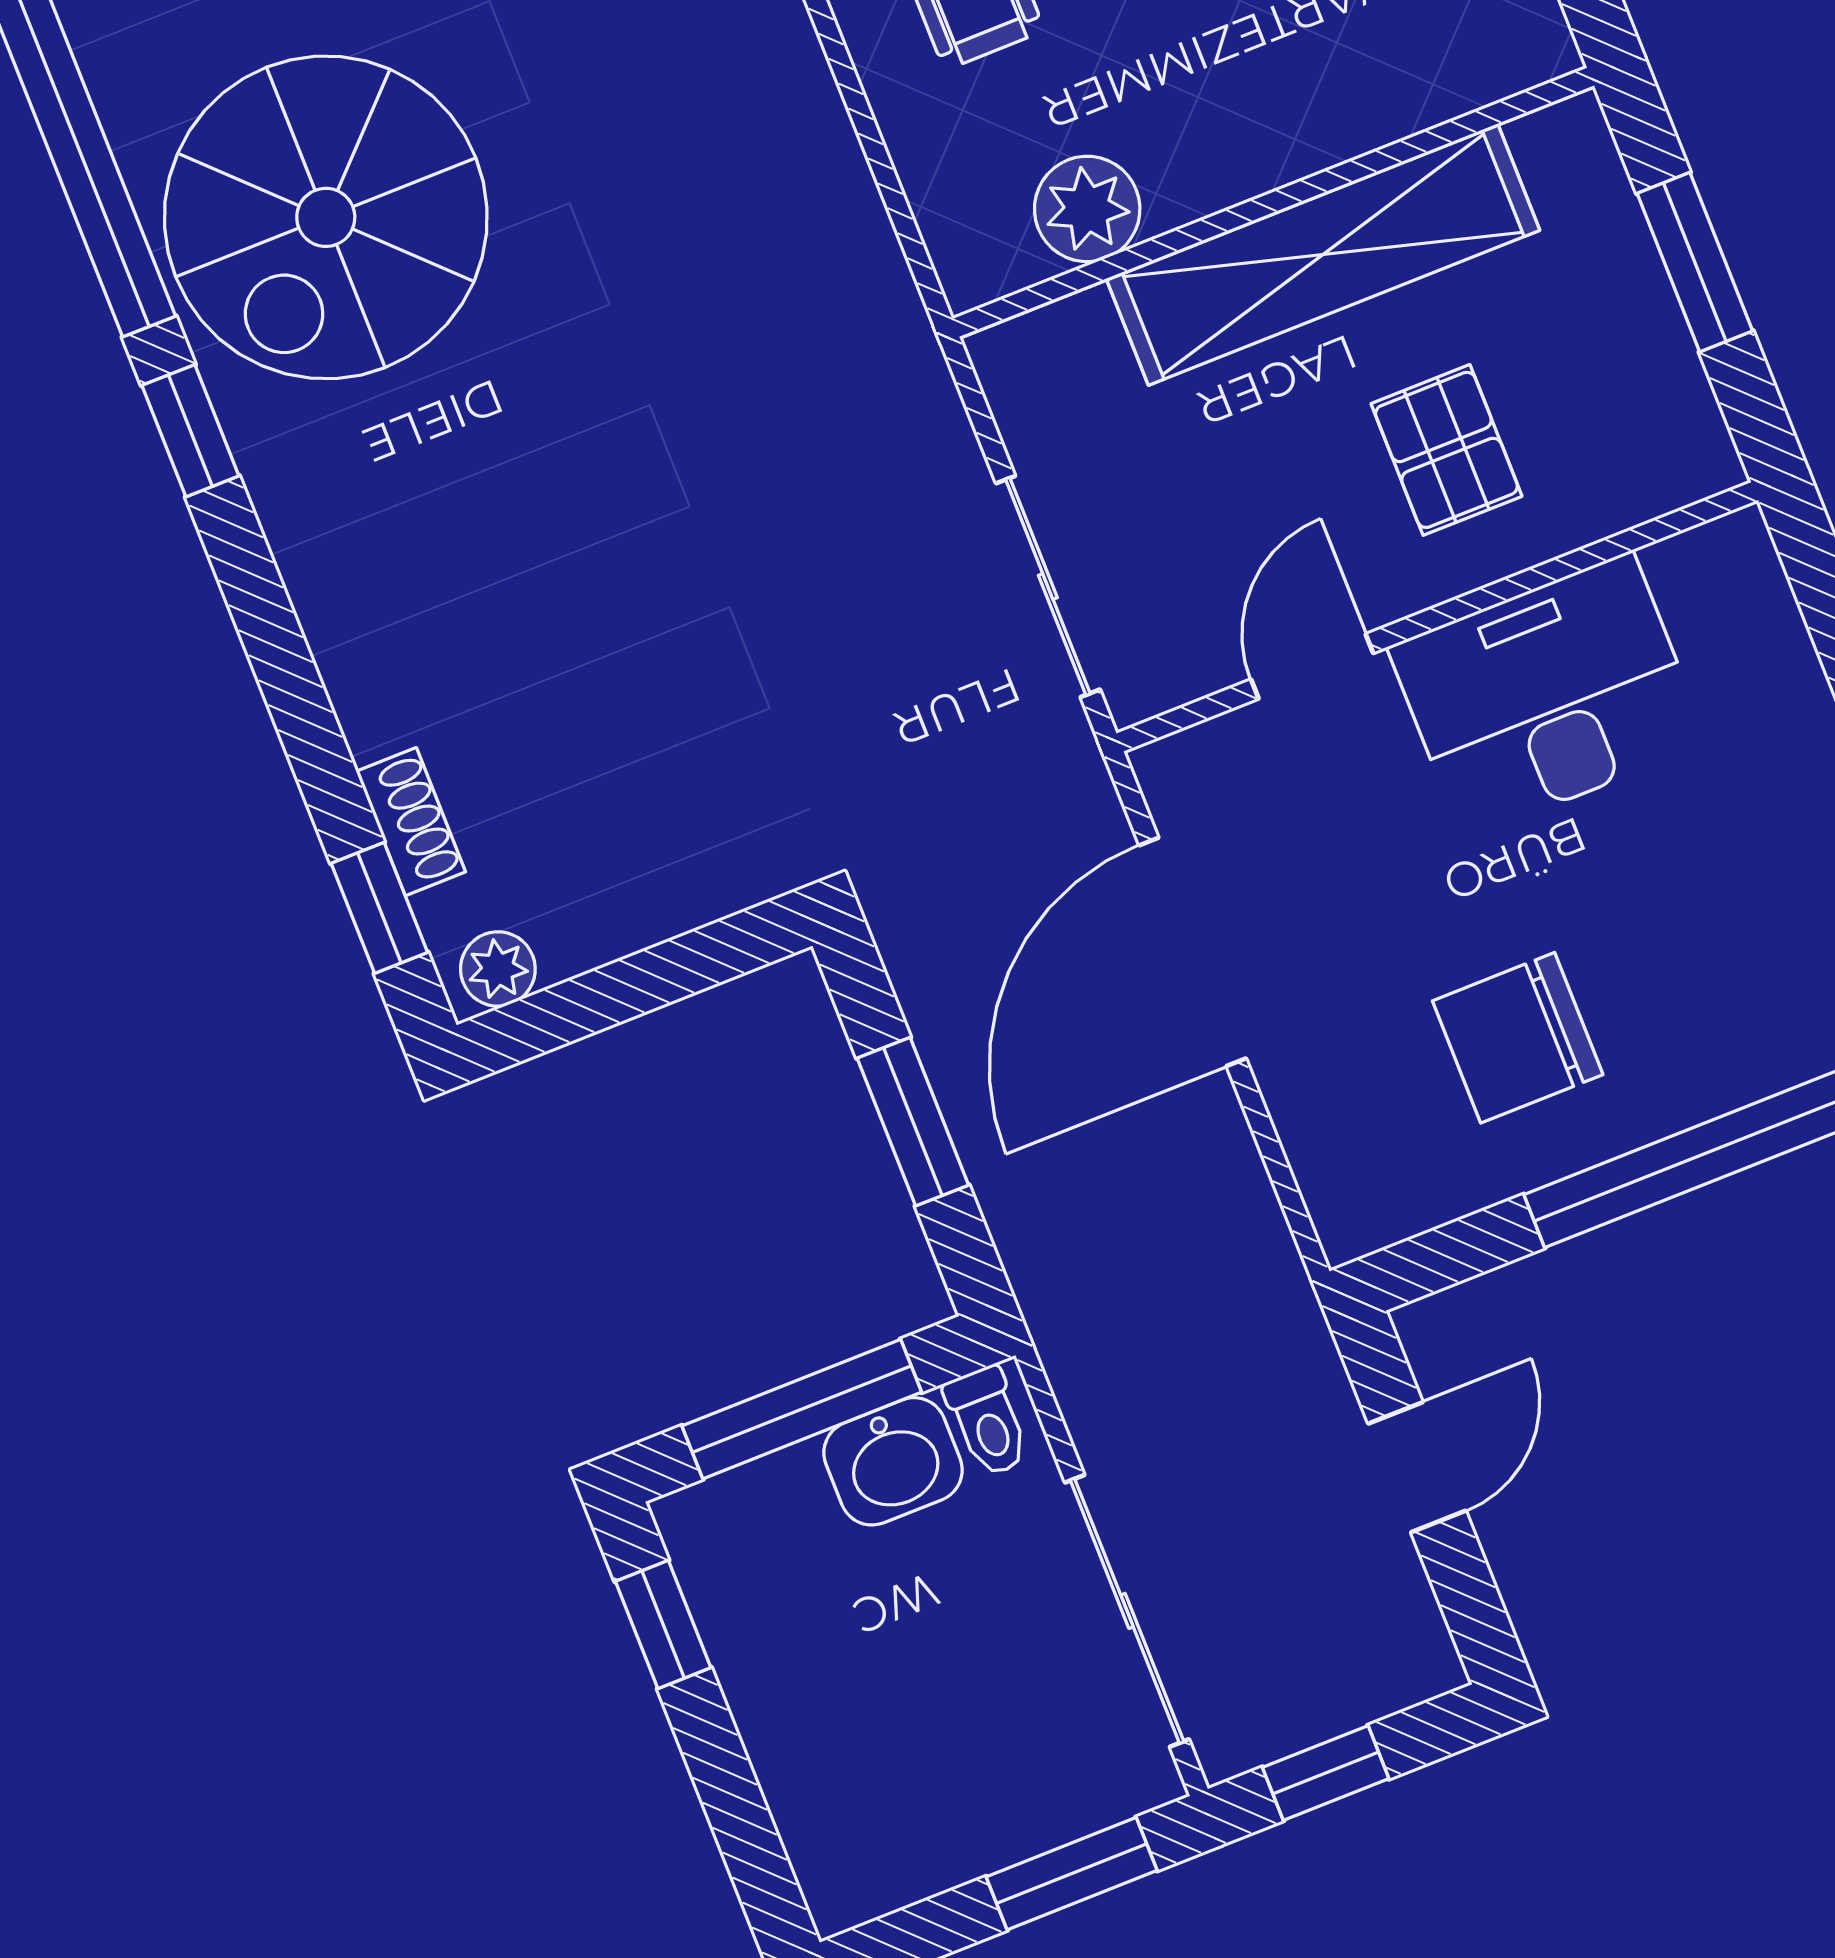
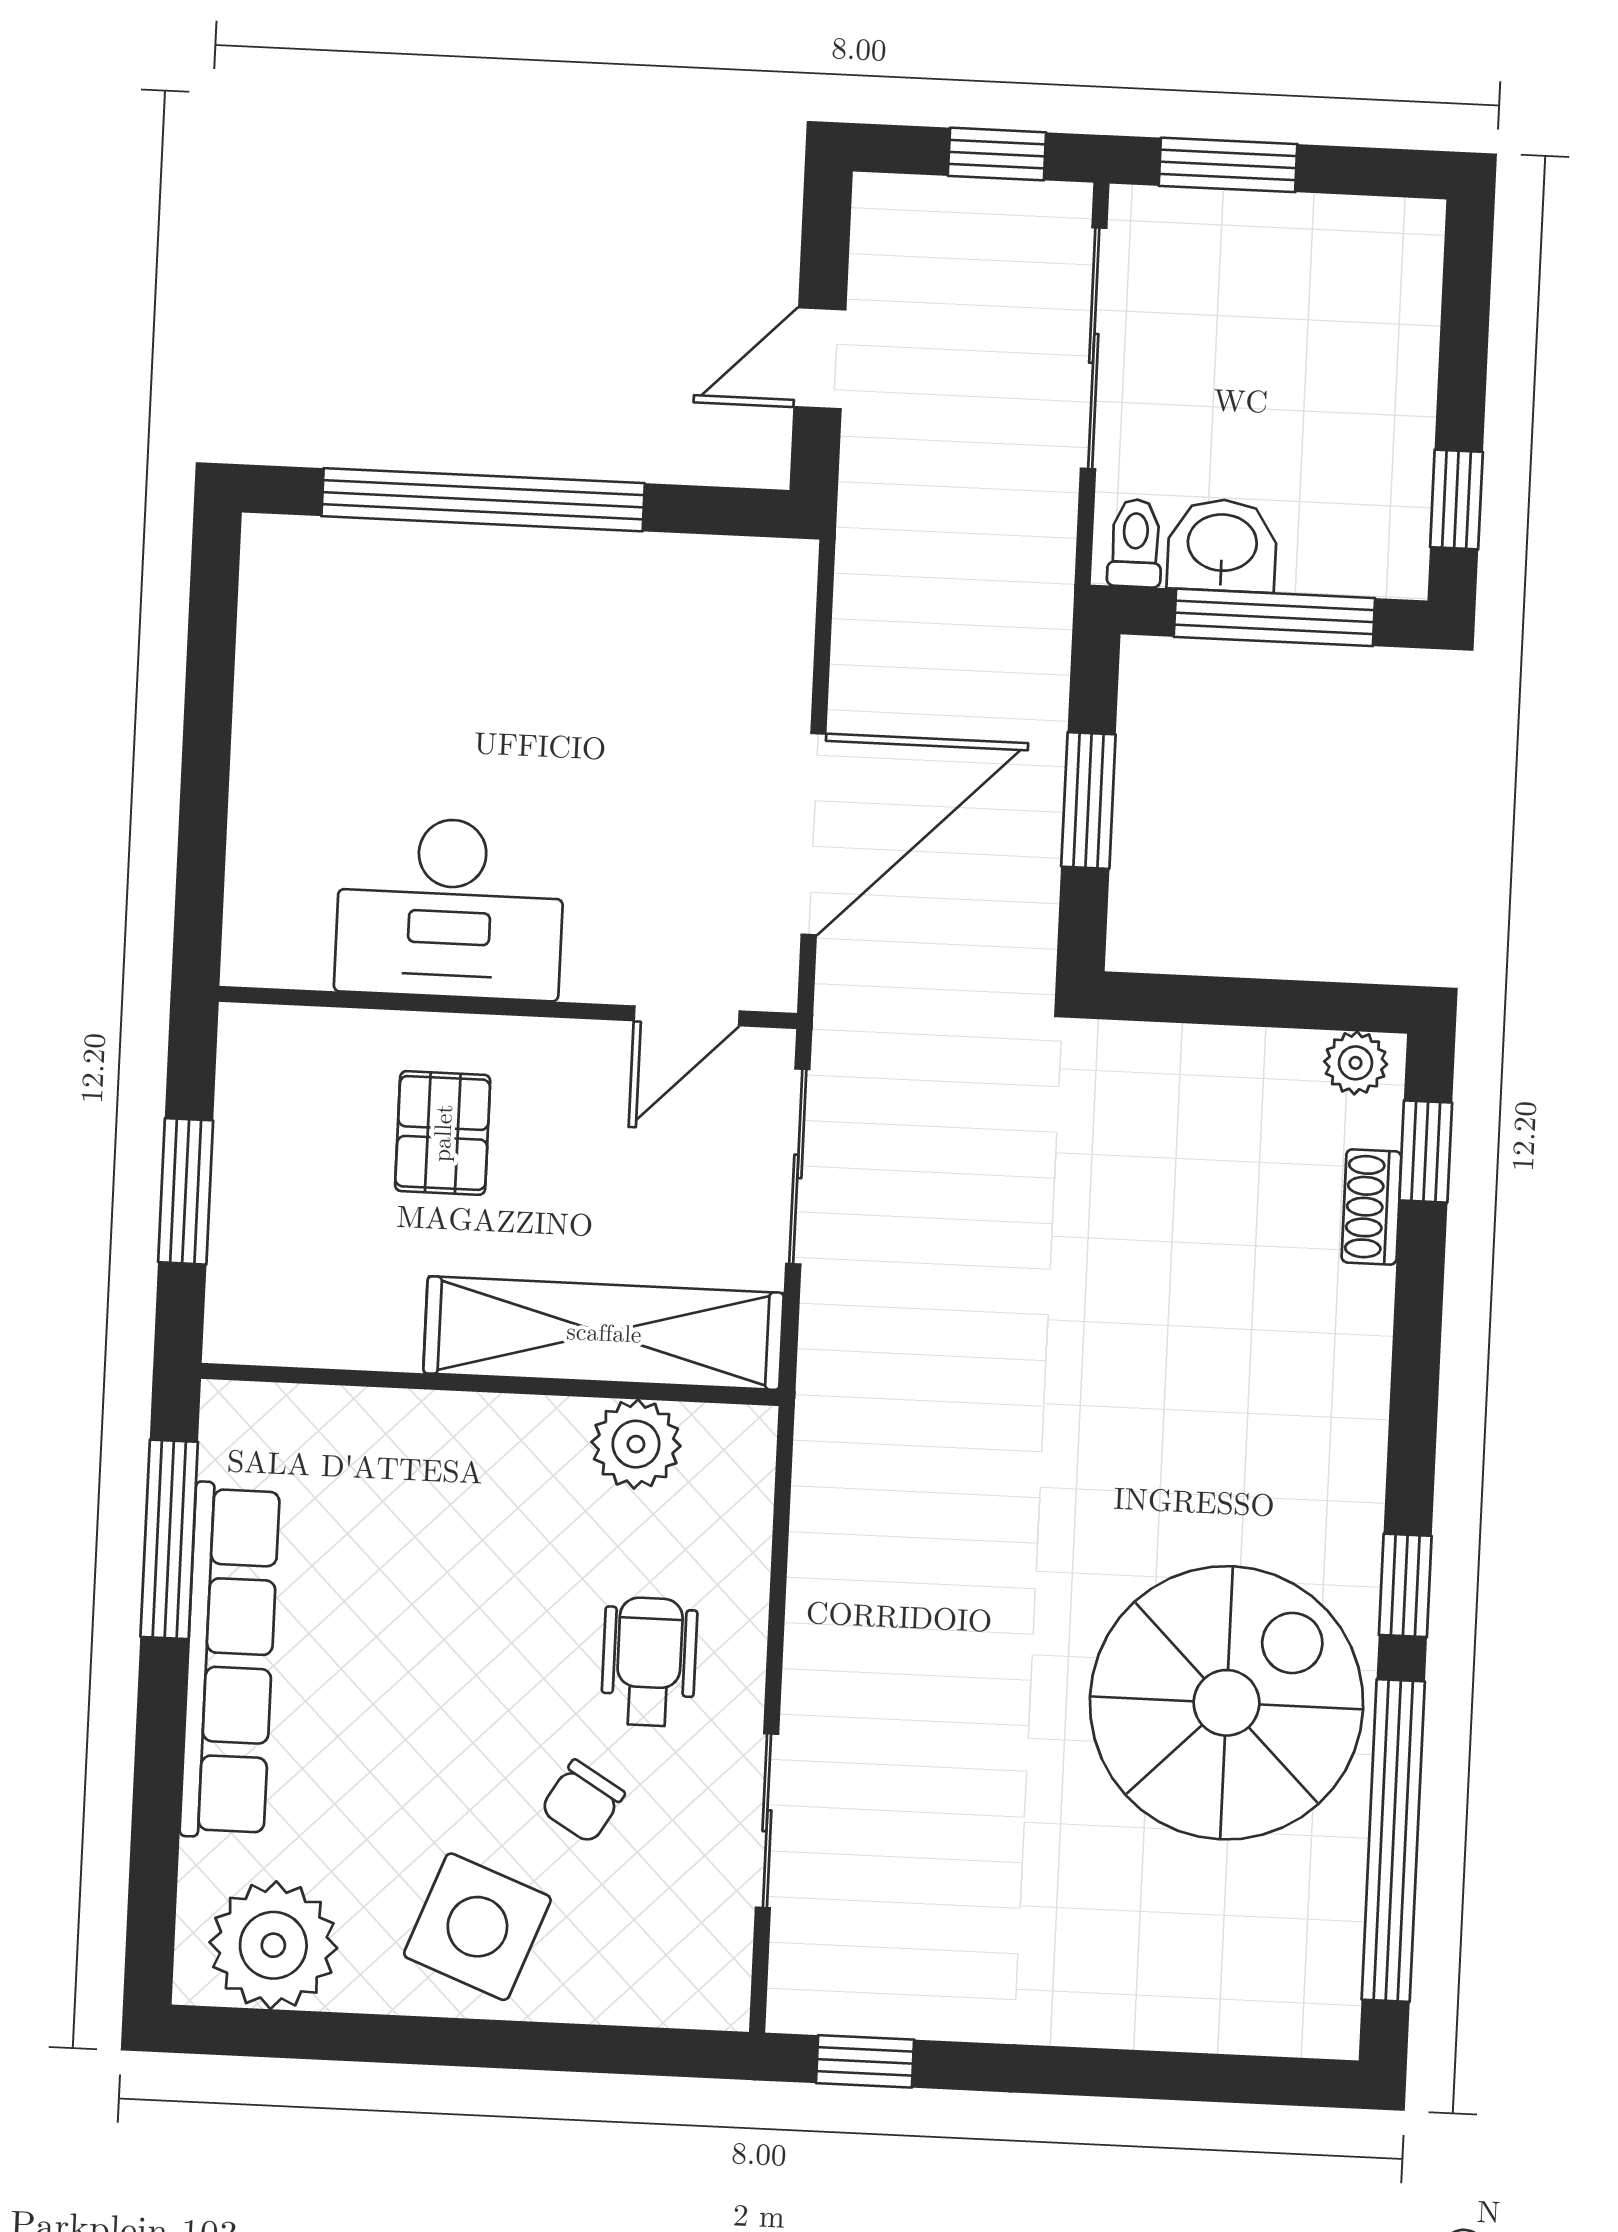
shelving: (1323, 254) -> (604, 1333), moved
door: (1312, 666) -> (687, 1016), moved
chair: (1518, 1038) -> (593, 655), removed

